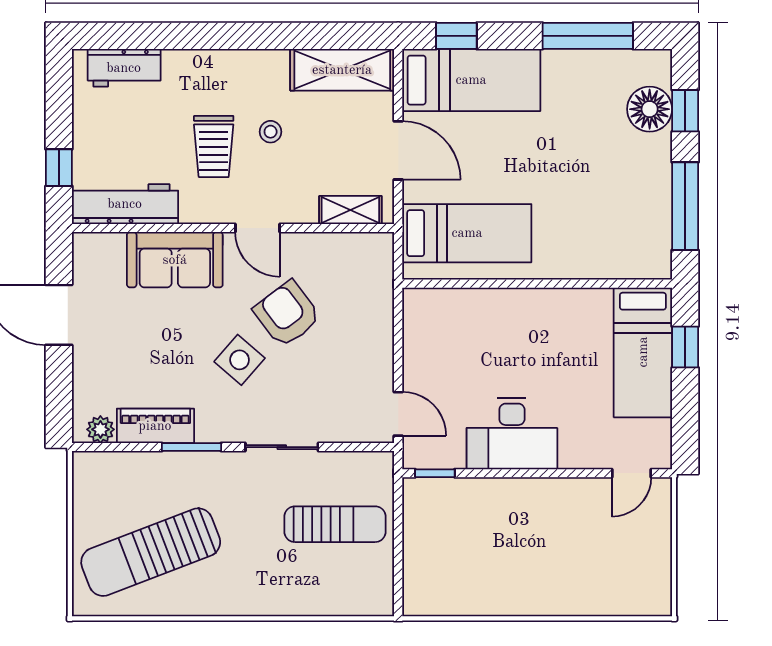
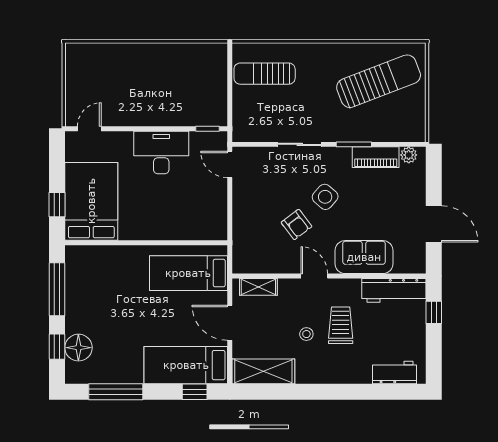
armchair: (287, 314) -> (296, 224), width x0.72, depth x0.72
bed: (643, 352) -> (91, 201), width x1.50
sun lounger: (335, 524) -> (265, 74), moved

